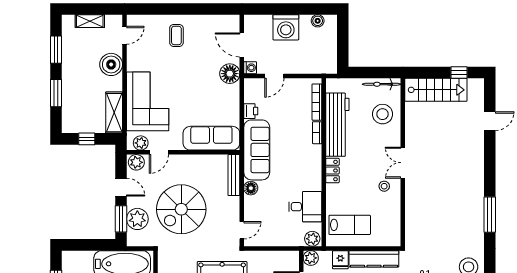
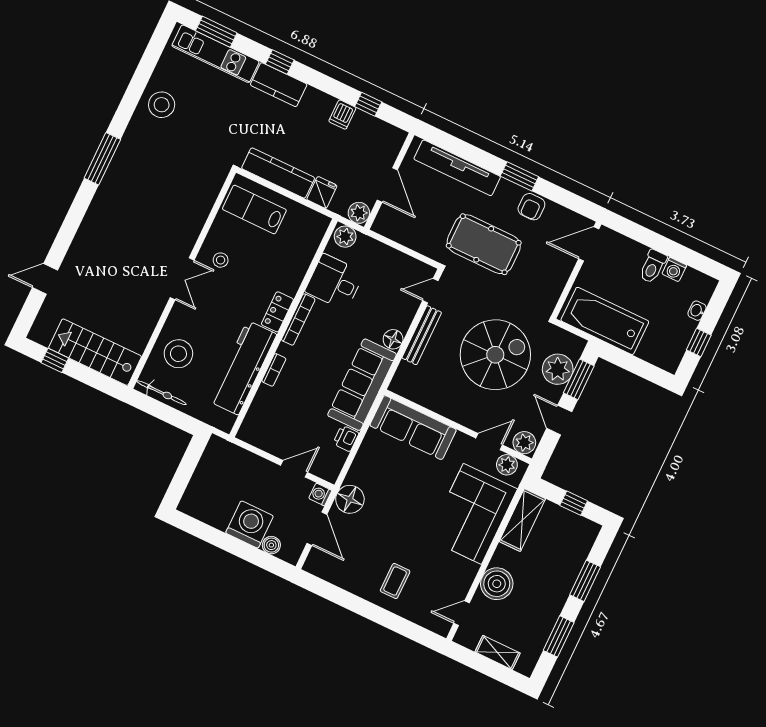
boiler: (318, 21) -> (271, 545), moved
bookcase: (317, 102) -> (298, 319), moved
bench: (234, 175) -> (422, 335), moved
lab bench: (350, 225) -> (254, 210), moved

